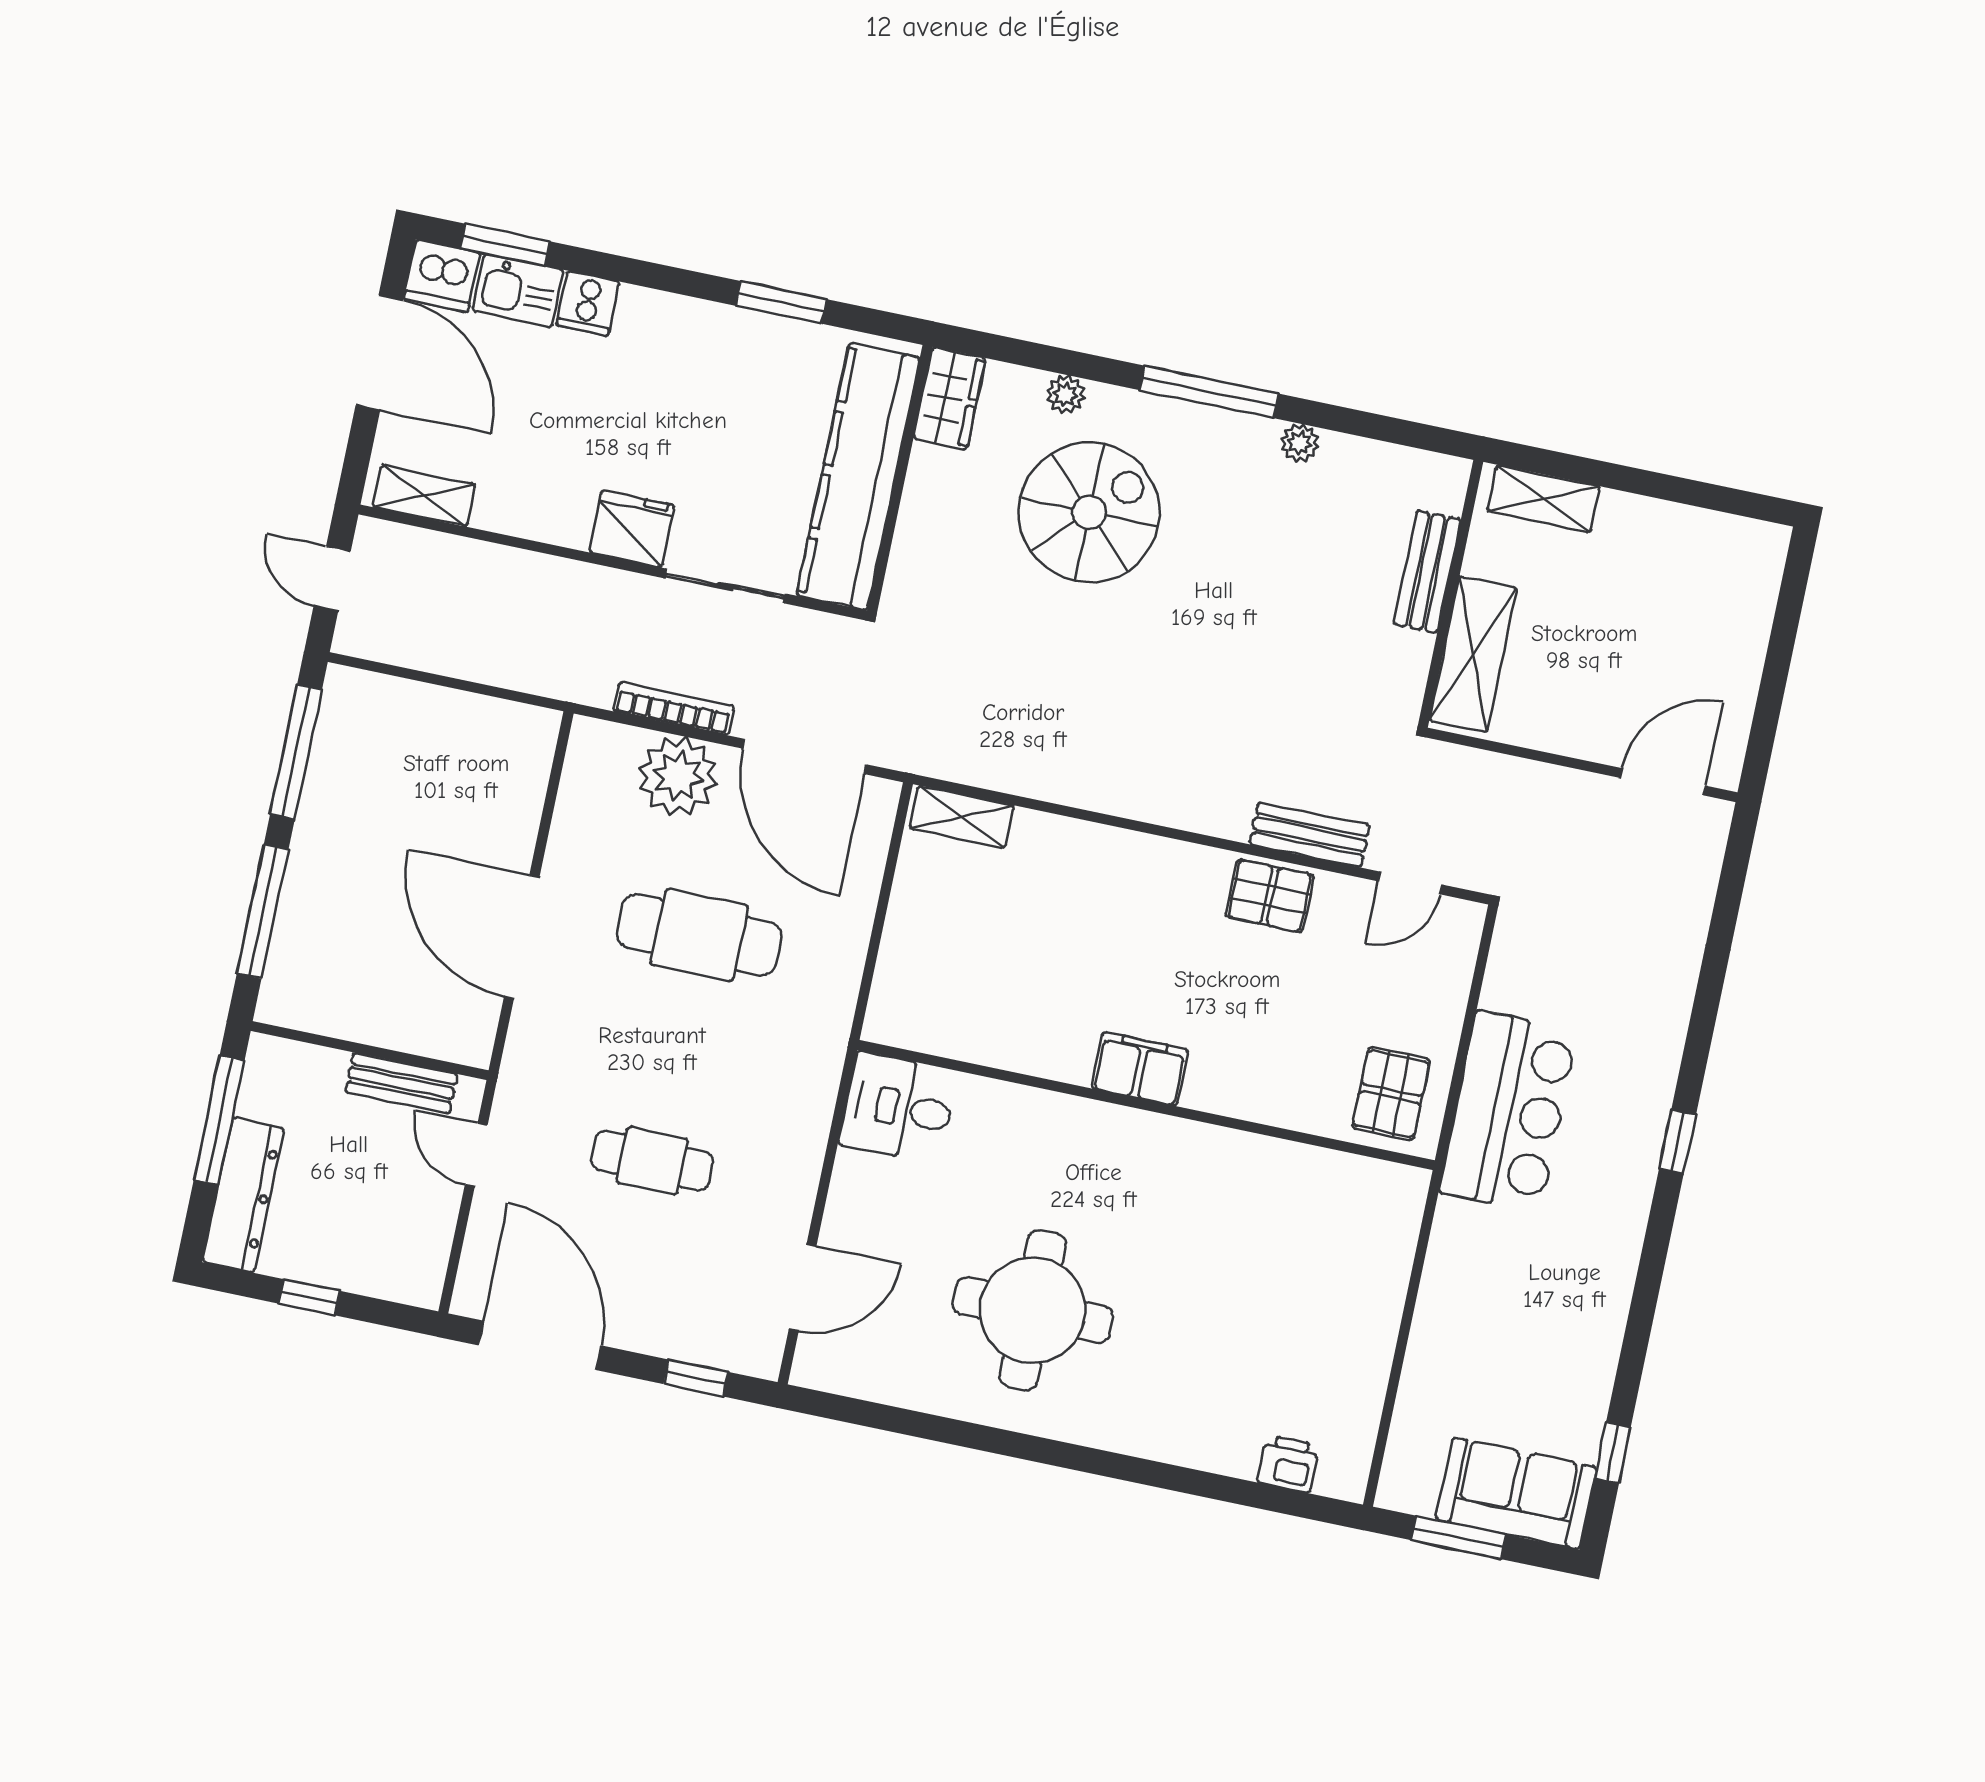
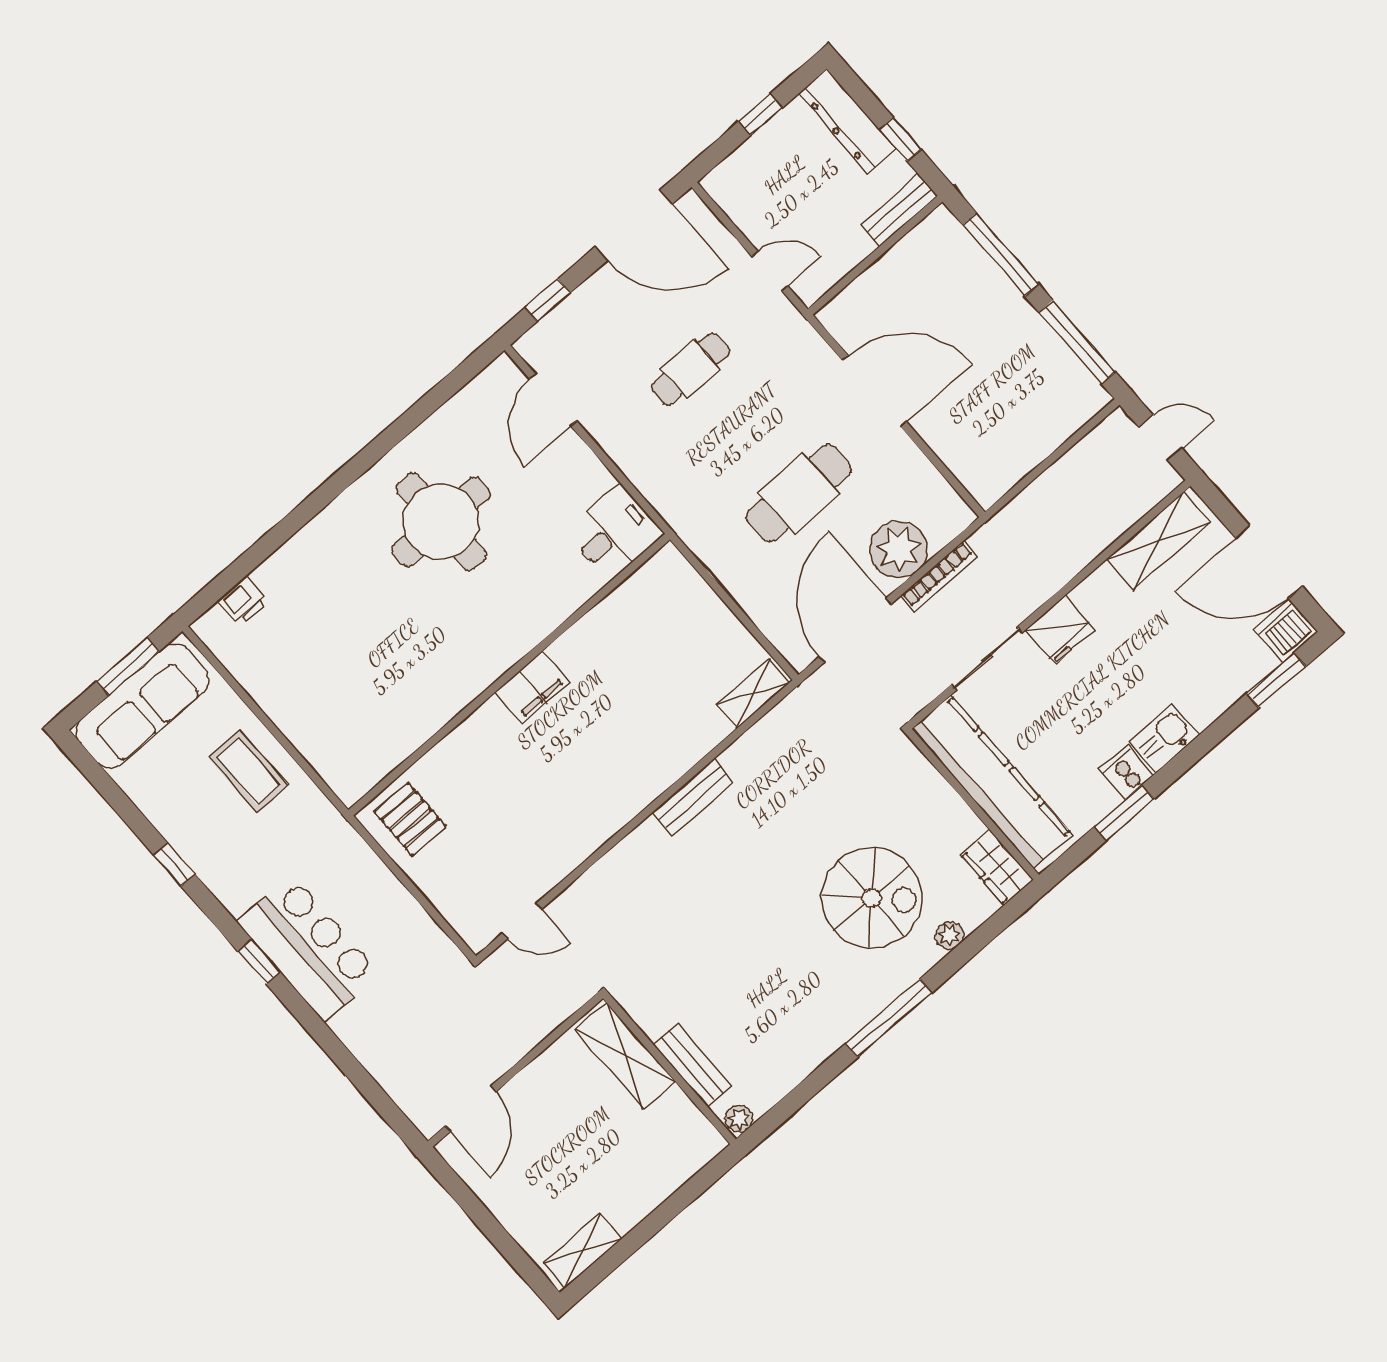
kitchen sink: (518, 290) -> (1164, 738), moved
cooker: (588, 303) -> (1126, 772), moved
plant: (1300, 443) -> (739, 1119), moved
shelving: (424, 496) -> (1158, 541), width x1.50, depth x1.33
shelving: (1543, 499) -> (583, 1251), moved
spiral stairs: (1089, 512) -> (872, 898), turned -90
door: (805, 756) -> (855, 630), hinge flipped
bench: (1310, 835) -> (693, 797), moved
door: (1410, 883) -> (522, 921), swing flipped
pallet: (1270, 896) -> (575, 835), removed
bench: (401, 1083) -> (899, 210), moved
bar counter: (1509, 1111) -> (308, 948), moved, turned 180
window: (219, 1120) -> (900, 139), width x0.46
coffee table: (1474, 1315) -> (248, 771), added
window: (1612, 1453) -> (174, 865), moved
sofa: (1516, 1493) -> (142, 706), width x1.36

